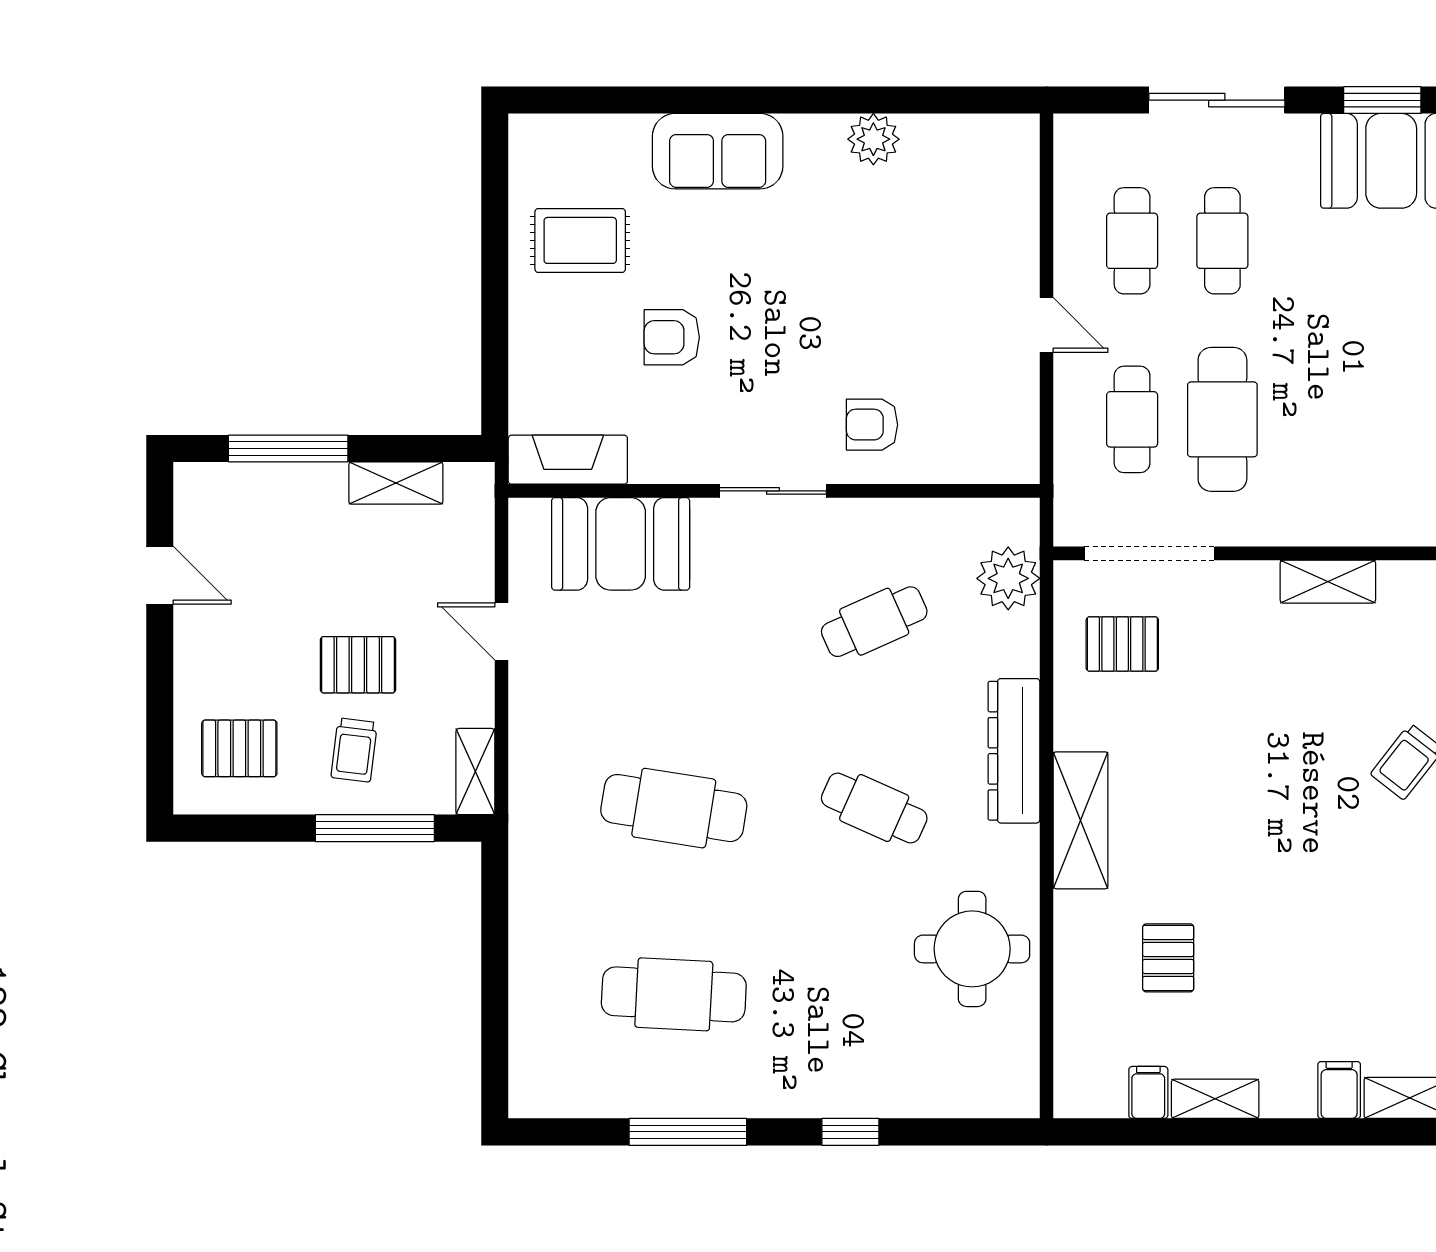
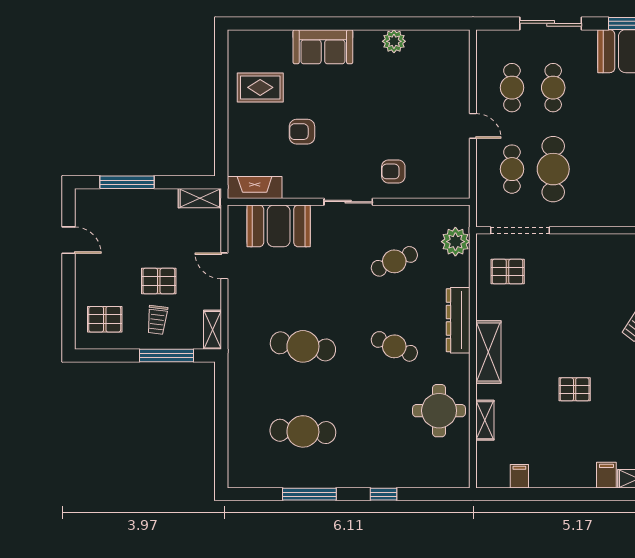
shelving: (396, 483) -> (200, 198), moved
shelving: (1328, 582) -> (601, 243), removed
pallet: (1168, 958) -> (575, 389), moved, turned 90
shelving: (1215, 1099) -> (485, 420), moved, turned 90

